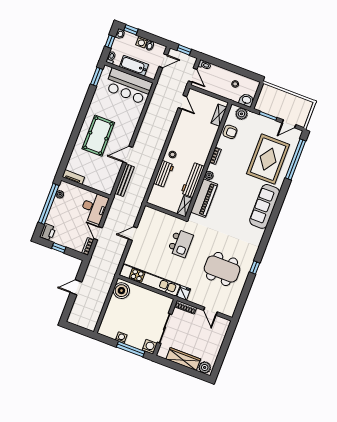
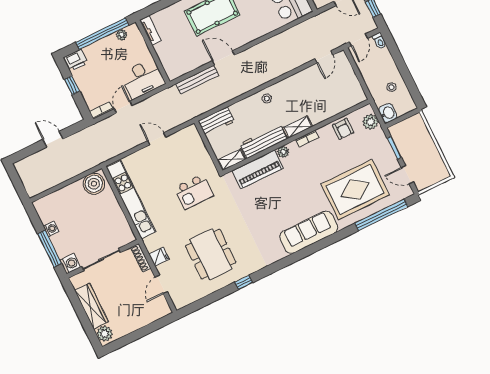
shelving: (219, 115) -> (298, 127), moved
workbench: (164, 174) -> (216, 121), moved
fridge: (184, 293) -> (159, 257), moved

